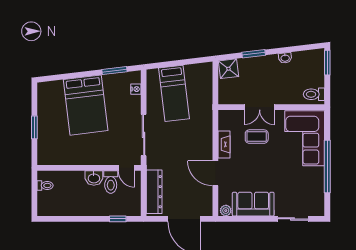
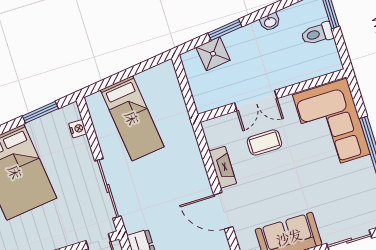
shower: (229, 69) -> (213, 54), moved
toilet: (314, 94) -> (317, 34), moved

